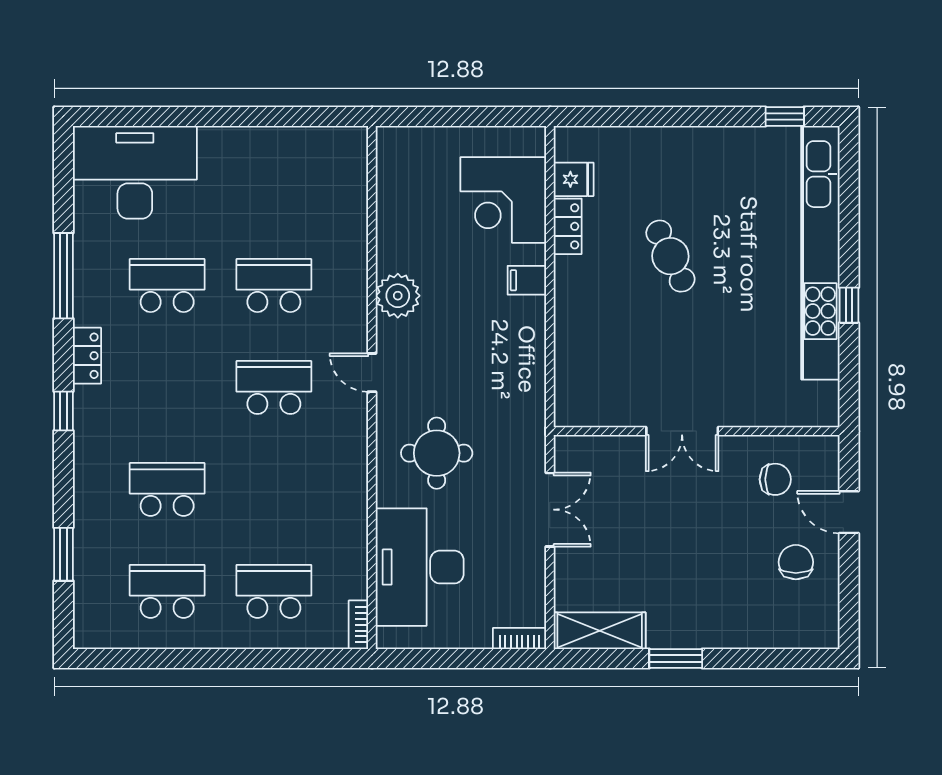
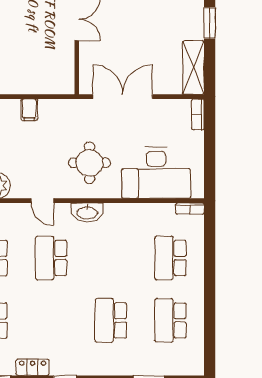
filing cabinet: (527, 350) -> (29, 110), added
door: (372, 373) -> (42, 201), hinge flipped
washbasin: (352, 449) -> (87, 212), added
double door: (550, 510) -> (123, 97), width x1.37

